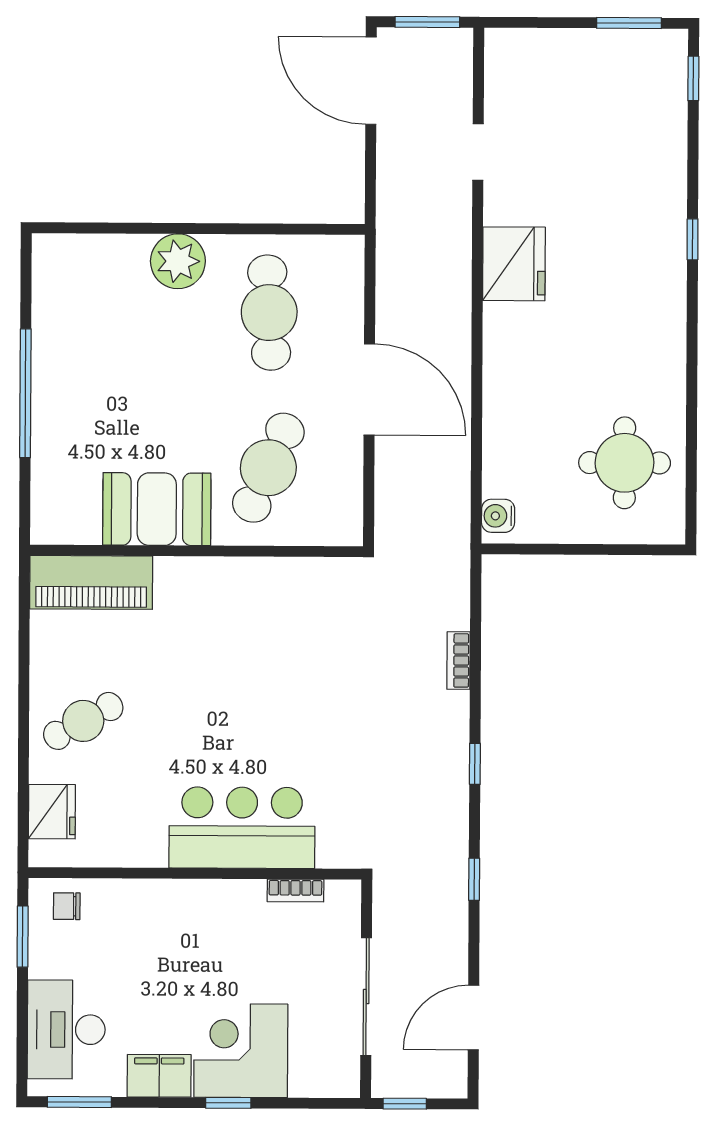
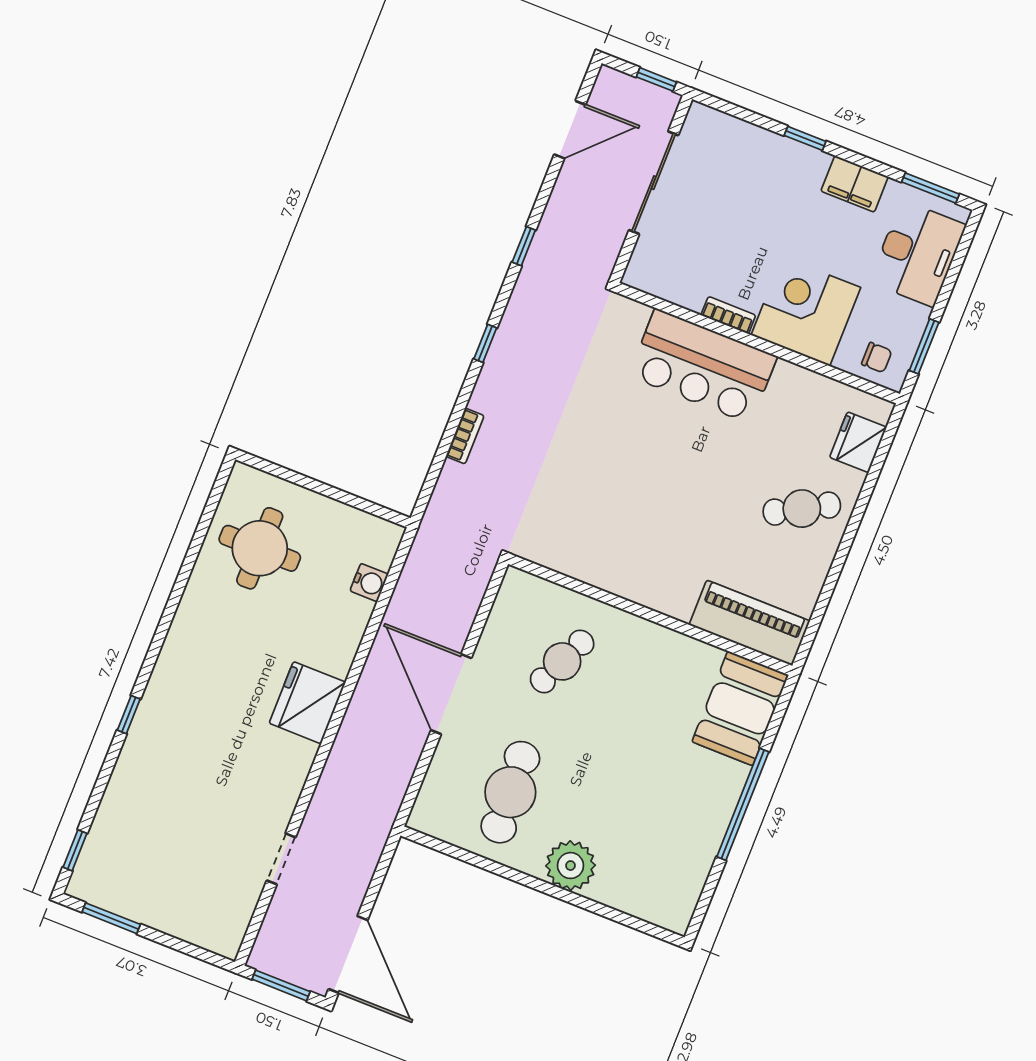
fridge: (514, 264) -> (307, 703), moved
cafe table: (268, 468) -> (562, 661), width x0.73, depth x0.74
booth: (157, 509) -> (740, 708), moved, turned 90
water cooler: (498, 516) -> (369, 583), moved
bookcase: (295, 891) -> (728, 315), moved
corner desk: (241, 1051) -> (806, 311), moved, turned 180

